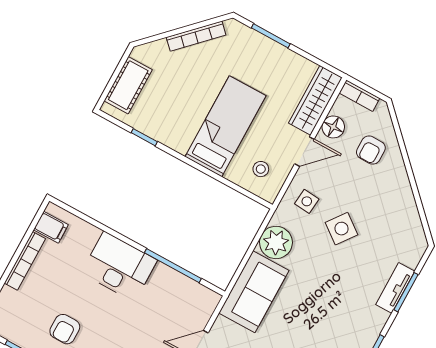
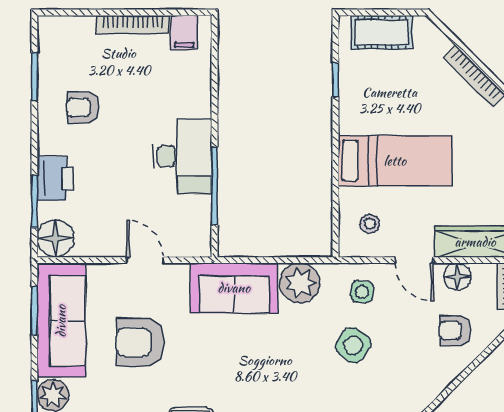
desk: (119, 266) -> (182, 156), moved

